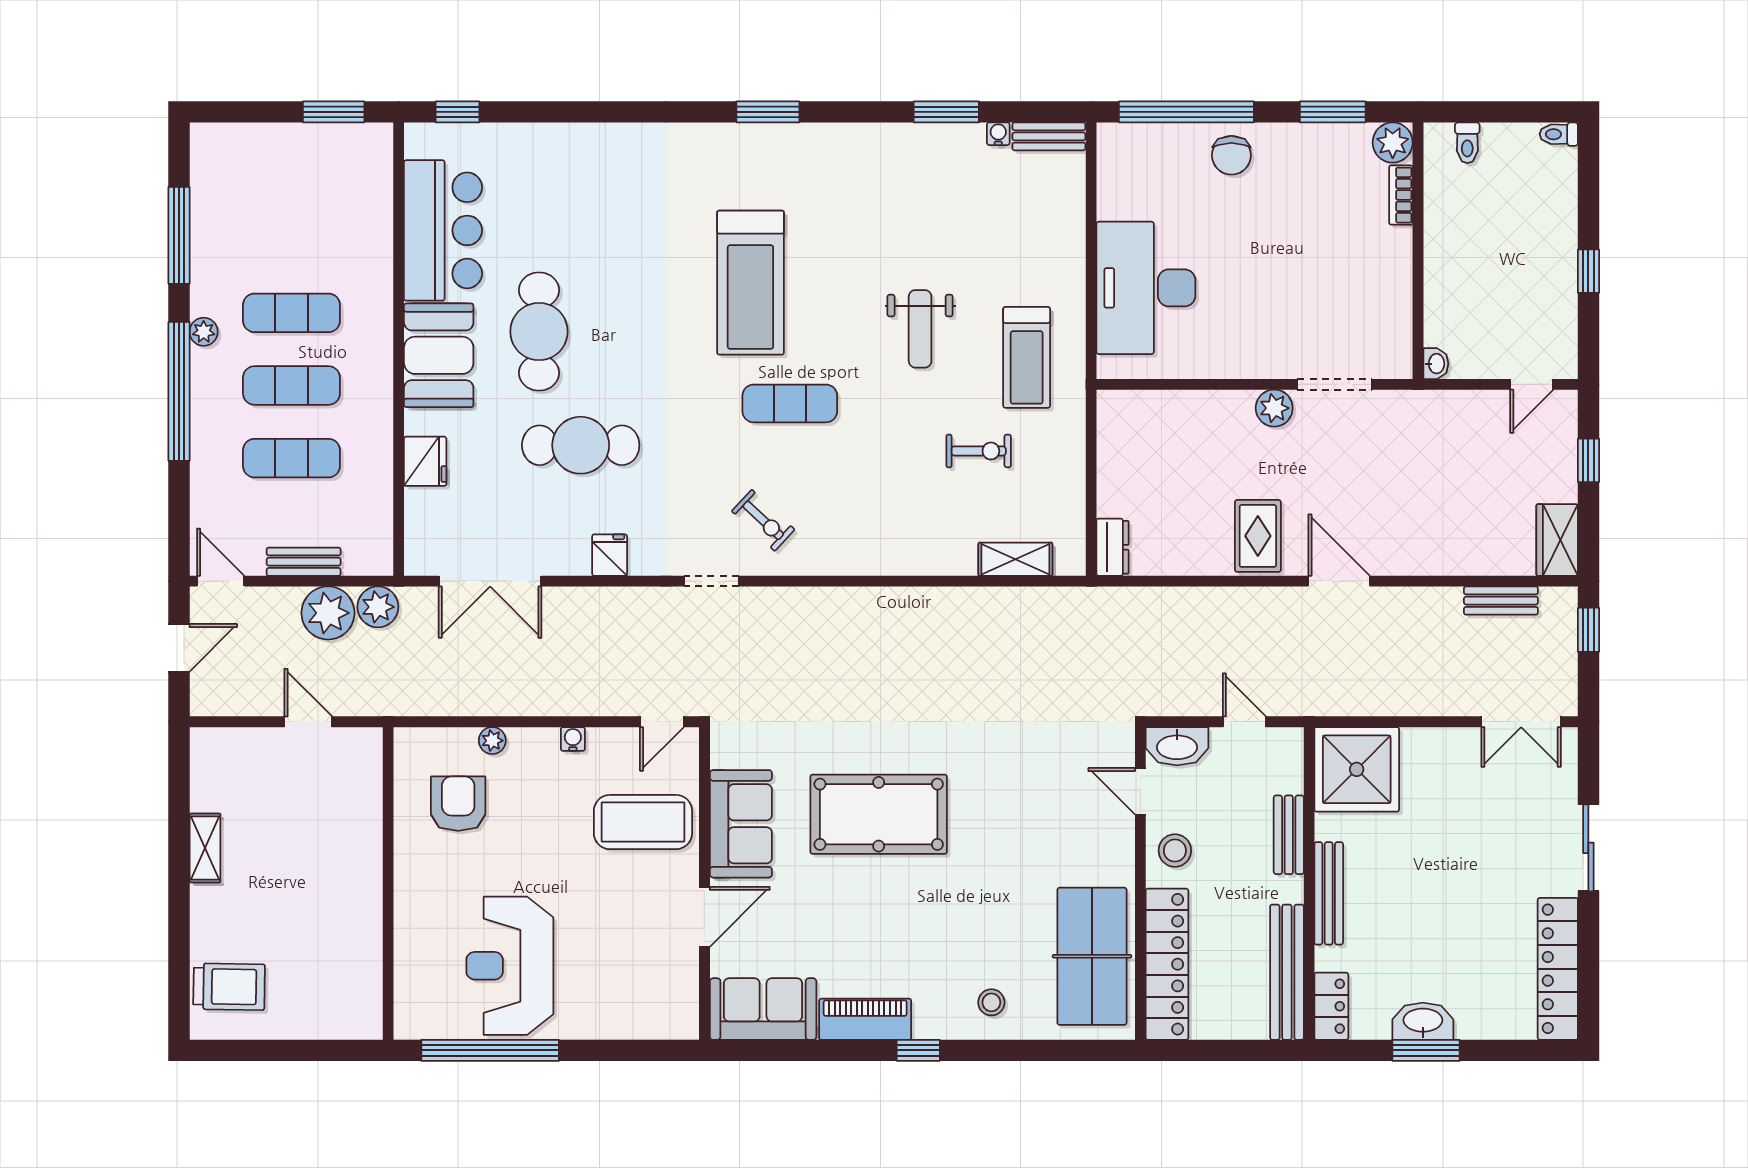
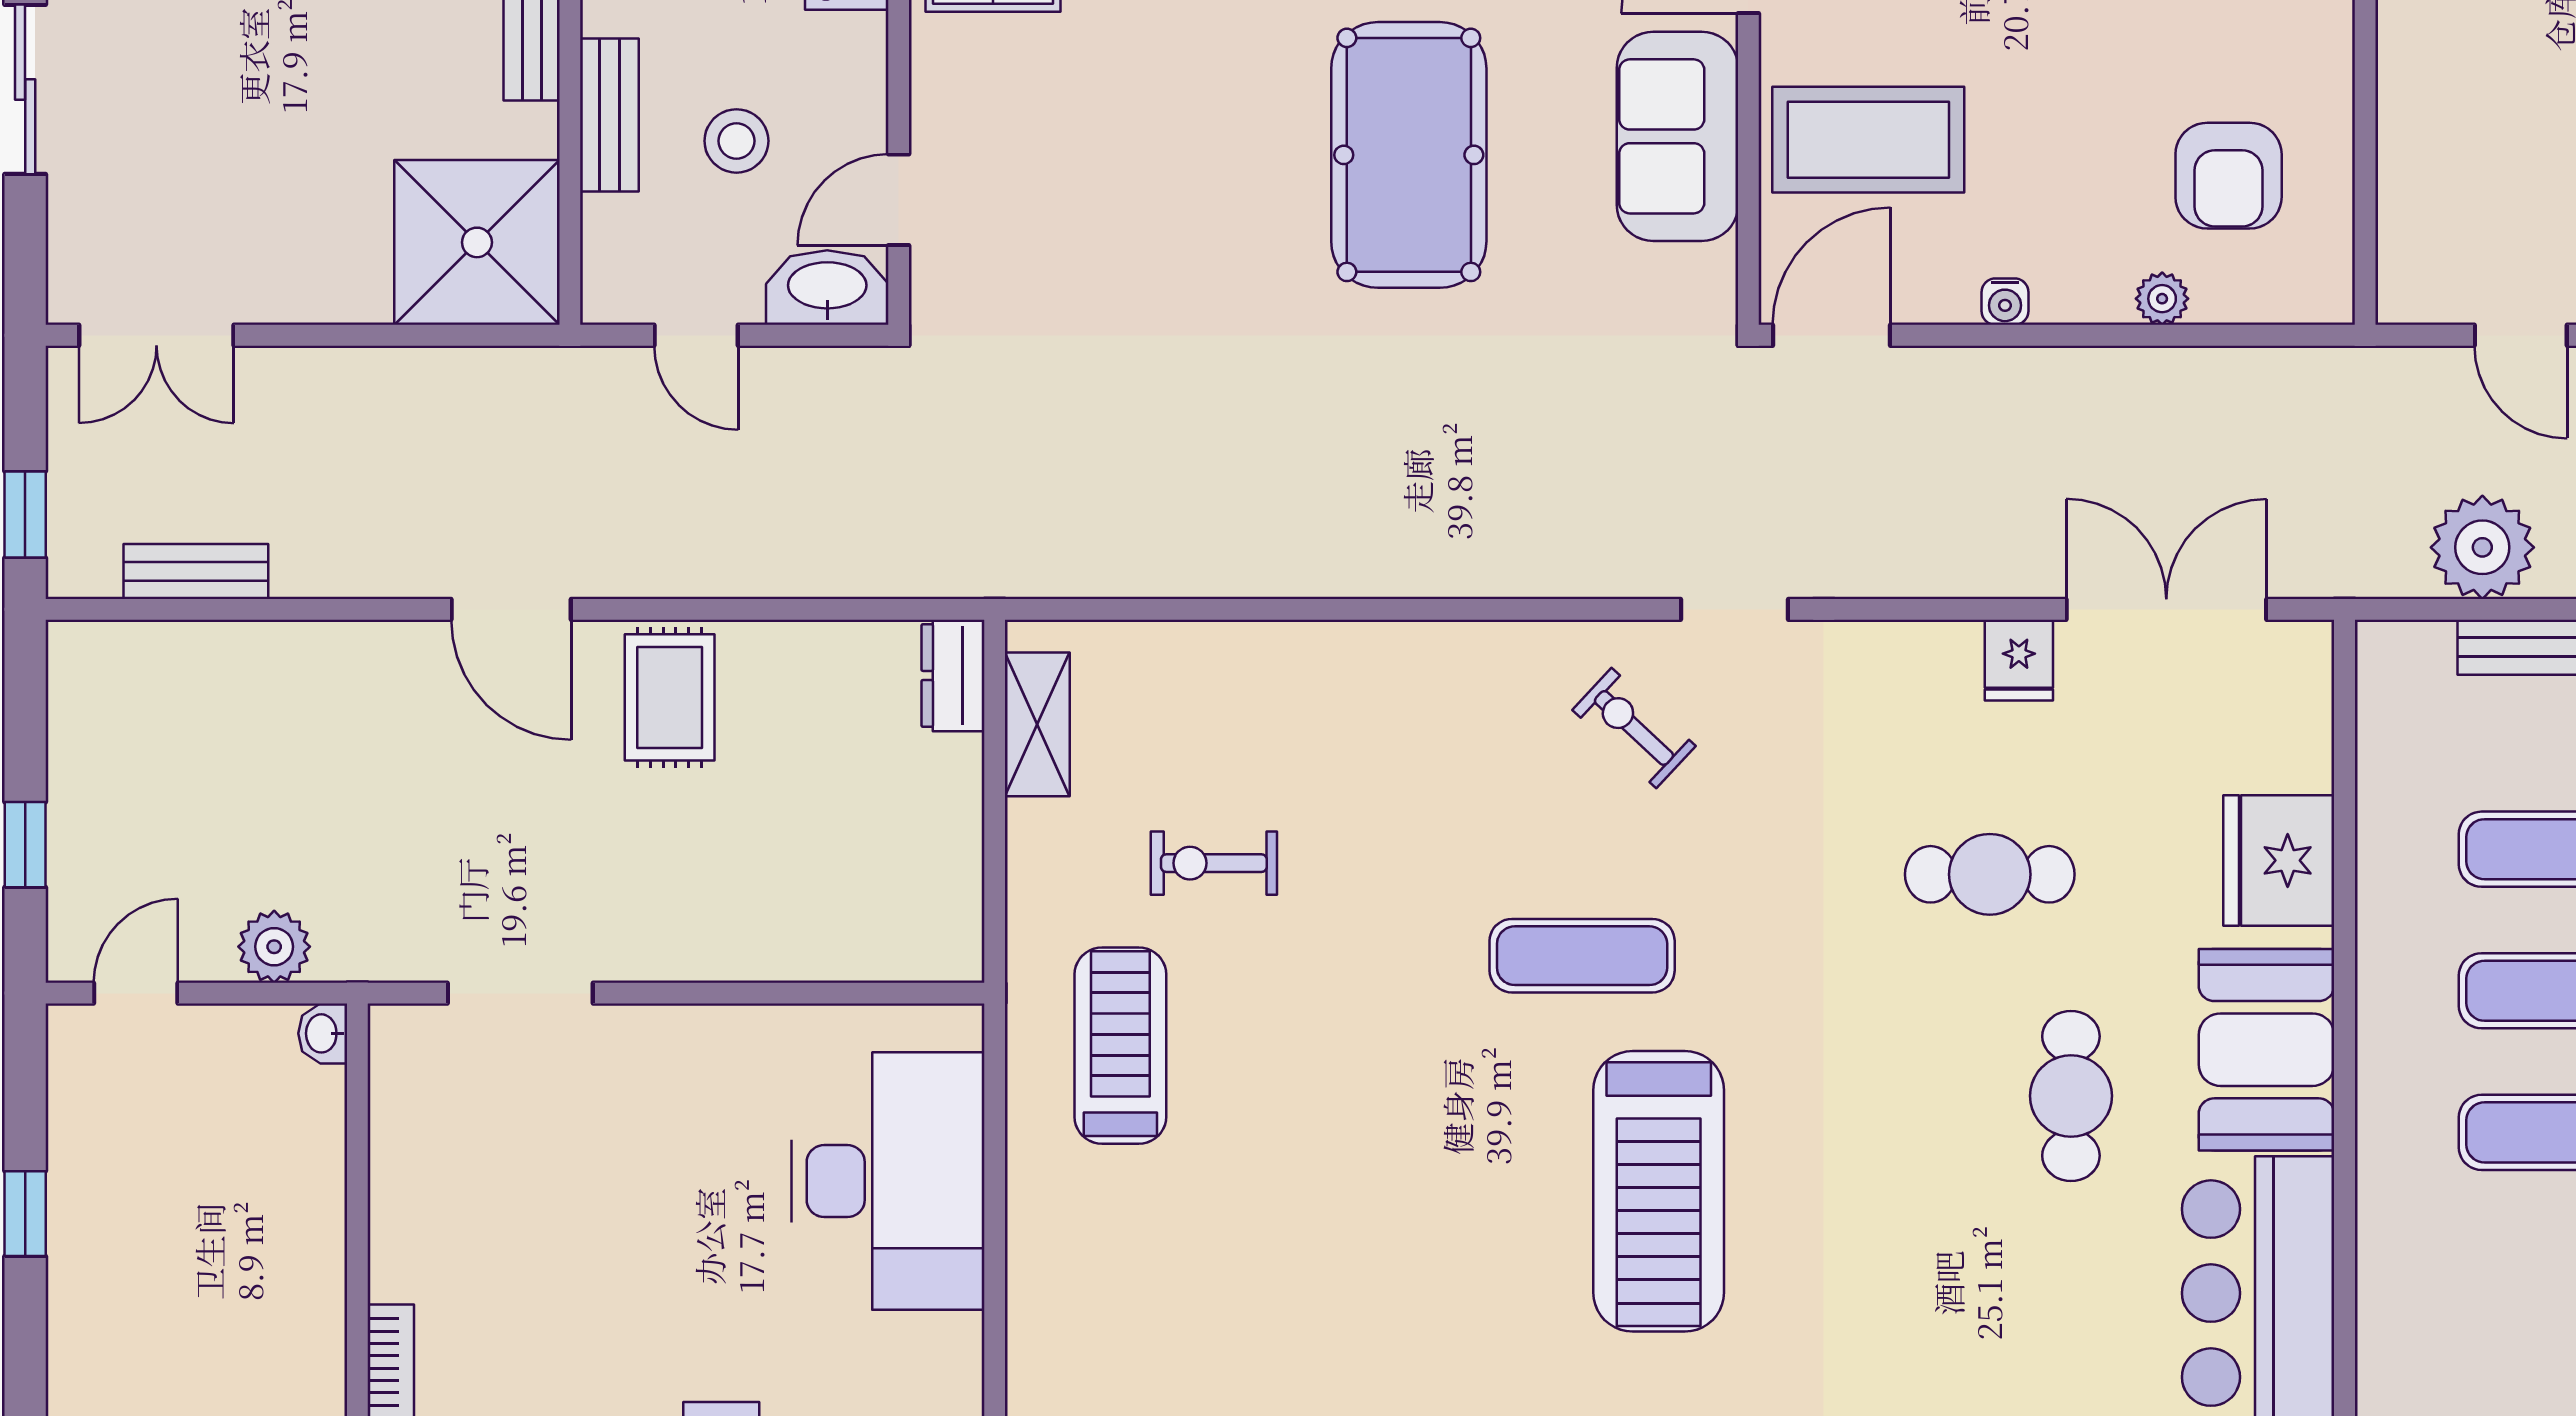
treadmill: (750, 283) -> (1659, 1191), turned 180
weight bench: (920, 329) -> (1328, 1101), removed
cafe table: (539, 332) -> (2071, 1096), width x0.73, depth x0.74
plant: (1274, 408) -> (274, 947), moved
cafe table: (581, 445) -> (1990, 874), width x0.73, depth x0.74
fridge: (425, 461) -> (2279, 860), width x1.36, depth x1.34
wardrobe: (1557, 540) -> (86, 690), removed
fridge: (610, 555) -> (2019, 660), moved
shelving: (1015, 559) -> (1037, 724), moved, turned 90
plant: (378, 607) -> (2385, 559), removed
door: (662, 722) -> (1831, 335), width x1.38
double door: (1521, 722) -> (156, 335), swing flipped
door: (1140, 791) -> (899, 200), swing flipped
pool table: (879, 814) -> (1409, 155), turned 90
stool: (1175, 851) -> (736, 141), moved

